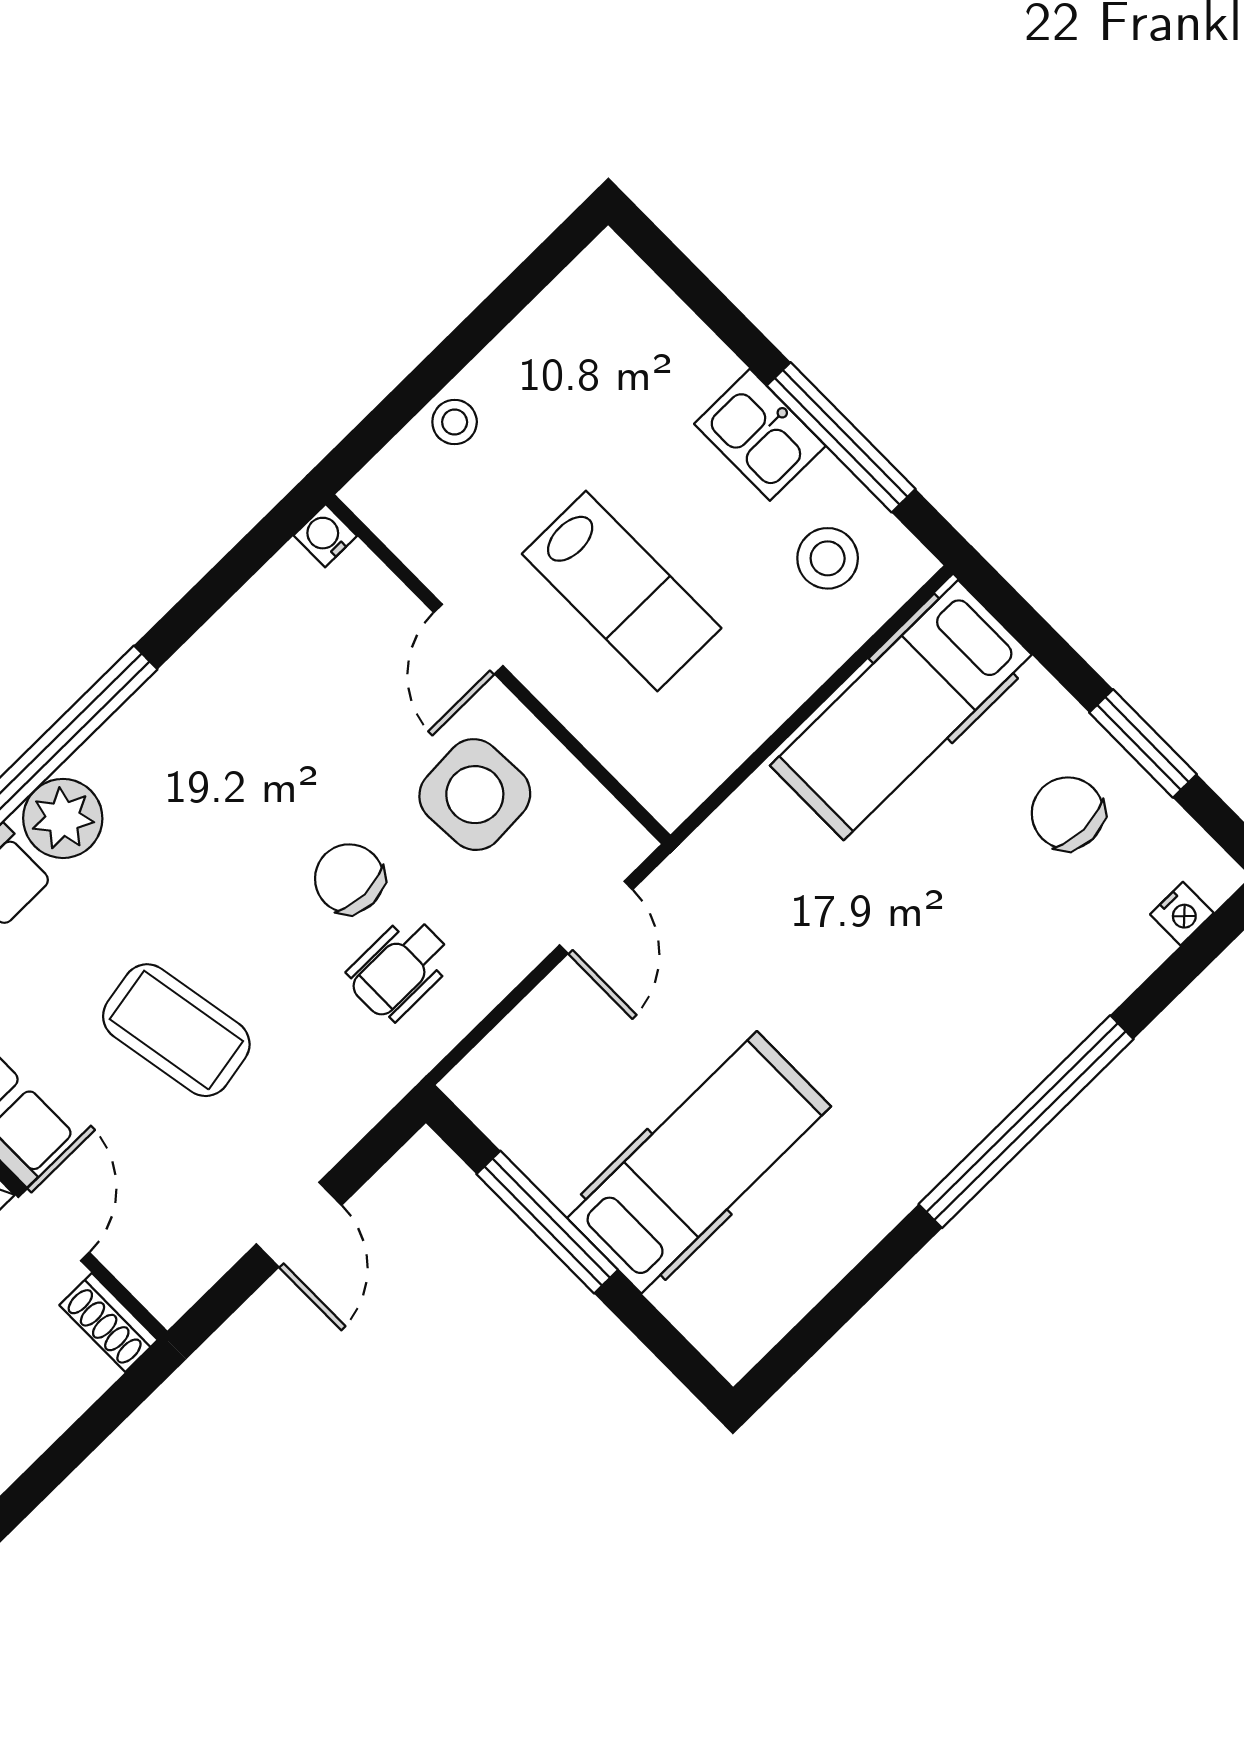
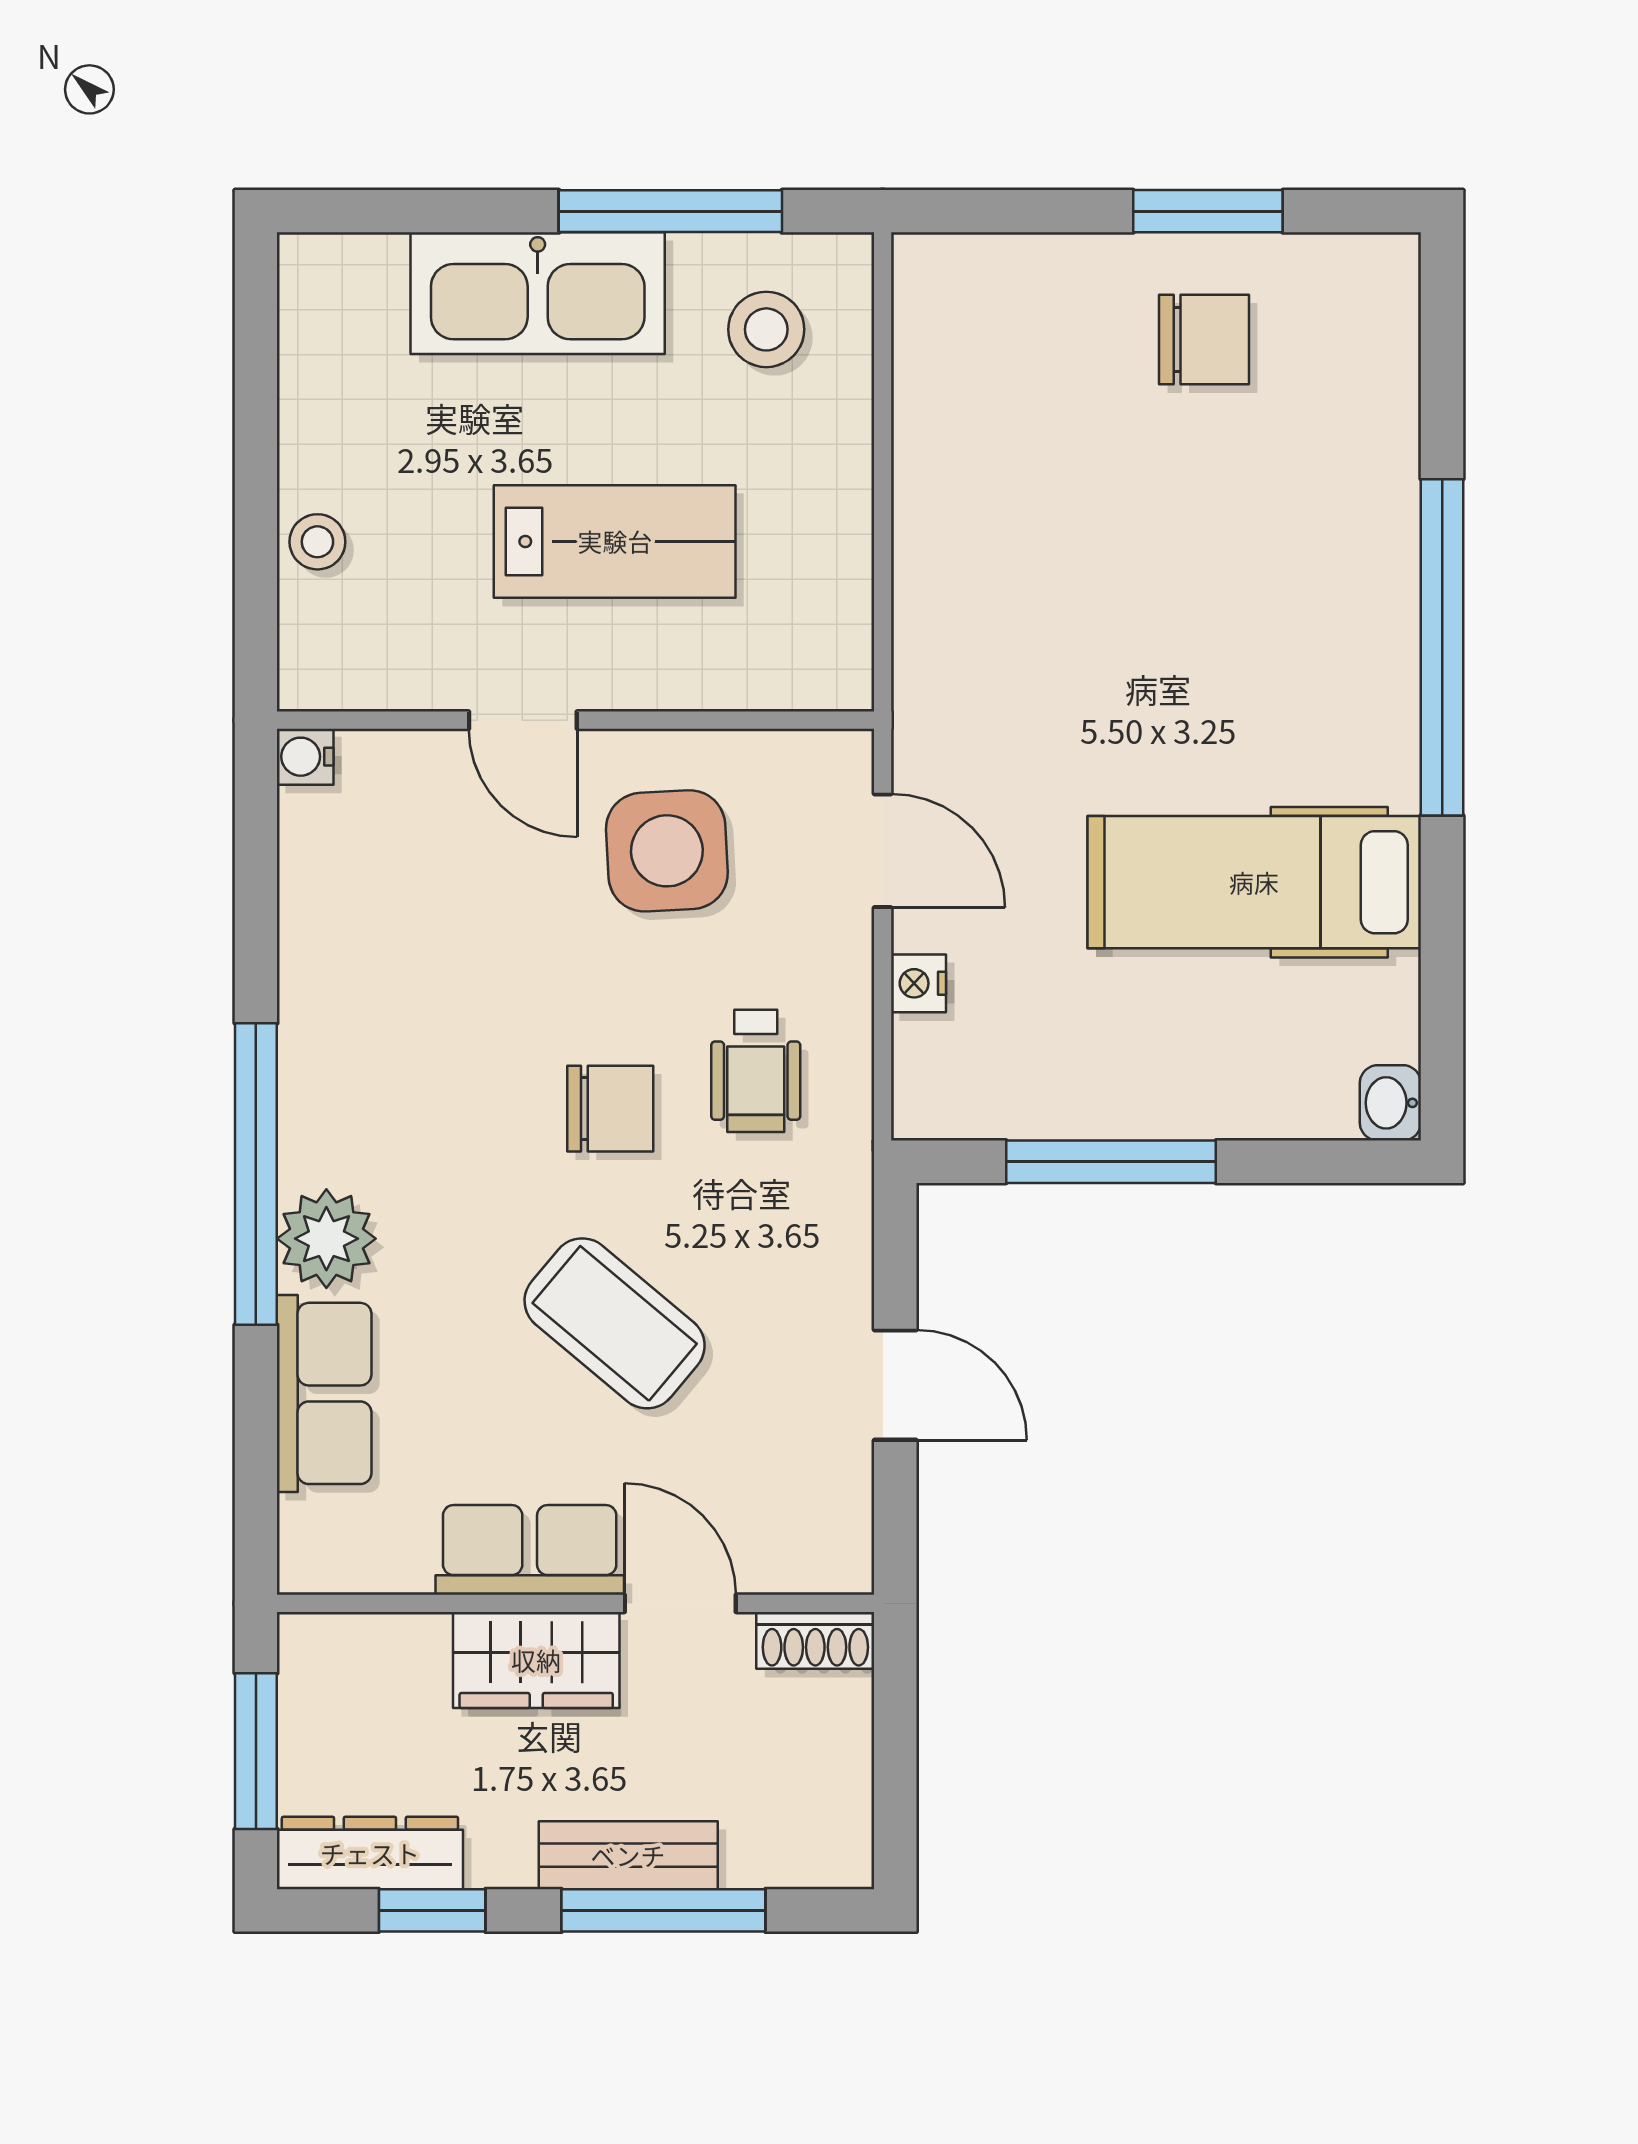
kitchen sink: (760, 435) -> (538, 293), width x1.88, depth x1.24
hospital bed: (901, 710) -> (966, 397), removed
chair: (1068, 813) -> (1204, 340), turned 180
chair: (349, 879) -> (610, 1109), moved, turned 180
nightstand: (1182, 914) -> (918, 983), moved, turned 180
coffee table: (176, 1030) -> (615, 1323), turned 50
hospital bed: (699, 1162) -> (1254, 882), moved, turned -90
washbasin: (738, 1348) -> (1390, 1103), added

